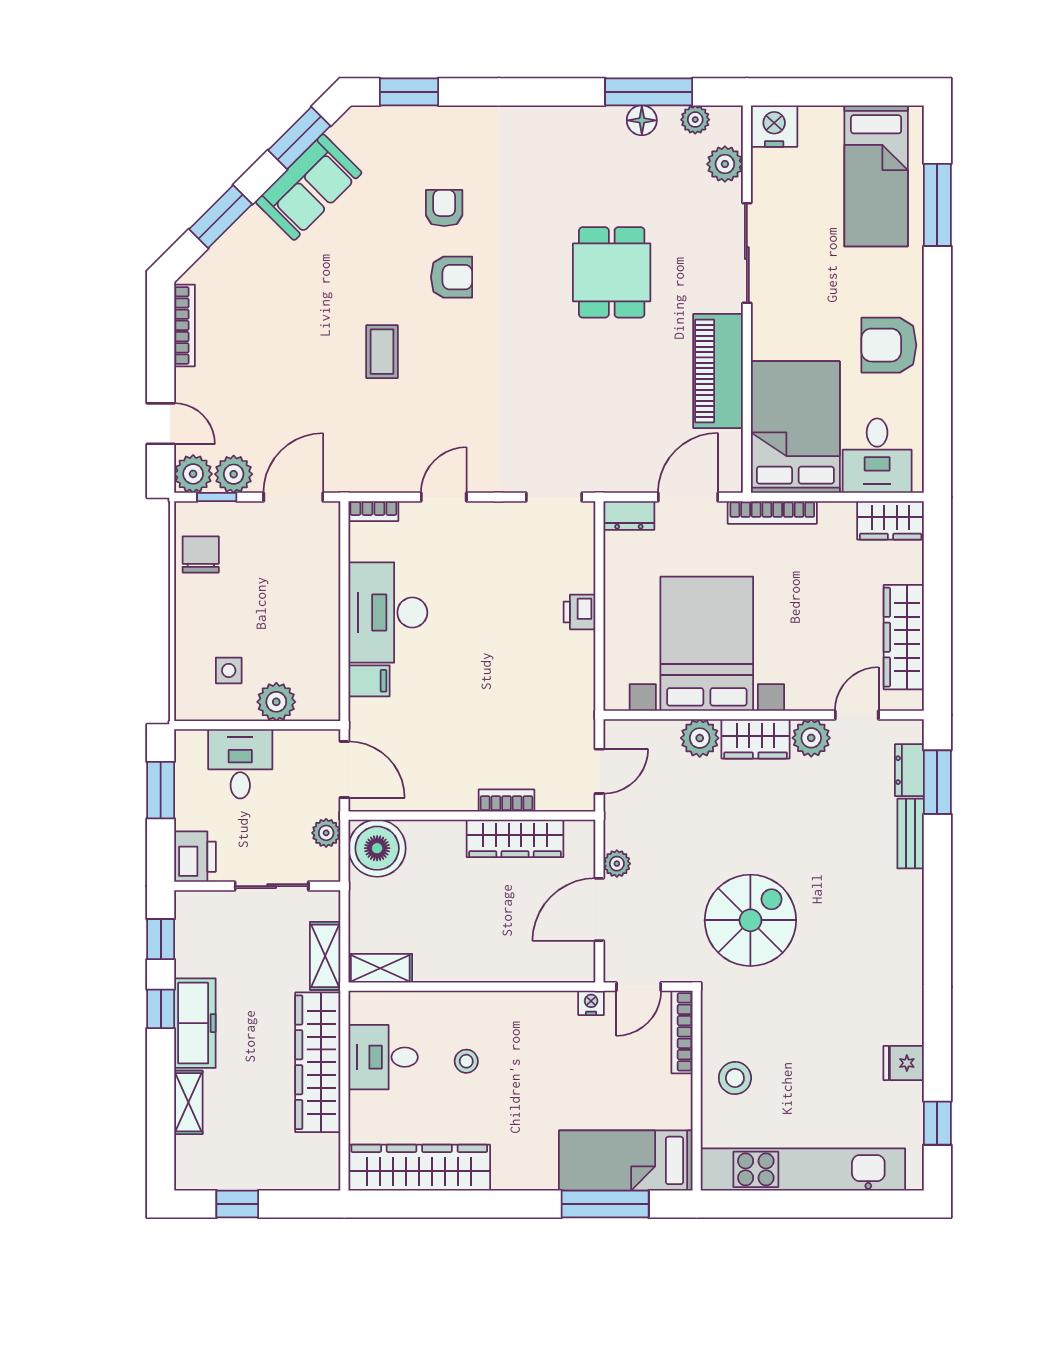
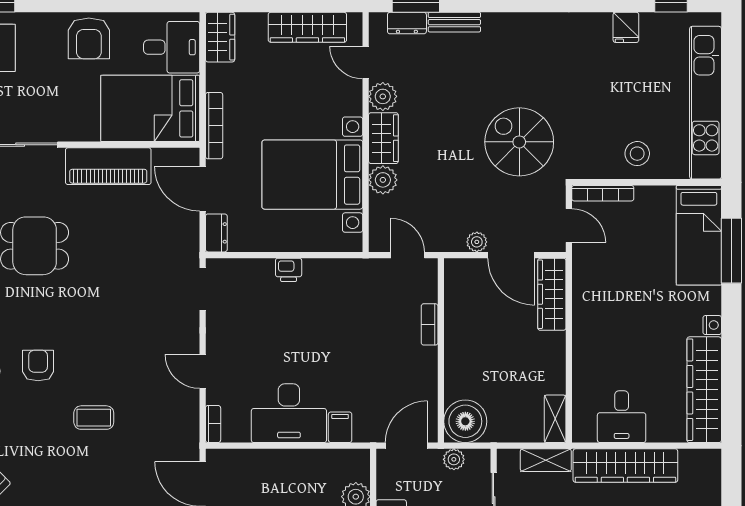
wardrobe: (515, 838) -> (552, 294), moved, turned 180
nightstand: (591, 1003) -> (712, 325), moved, turned 180
stool: (466, 1061) -> (625, 355), removed

